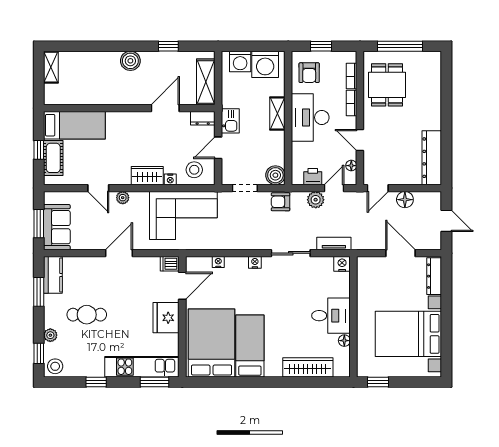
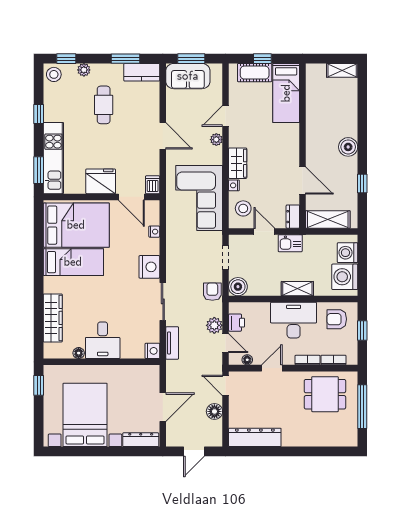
nightstand: (255, 262) -> (149, 267), width x1.89, depth x1.79

